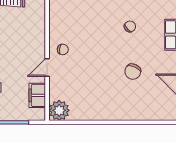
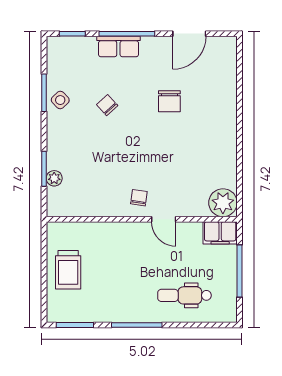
chair: (133, 72) -> (169, 101), turned 66
filing cabinet: (37, 95) -> (220, 233), moved

